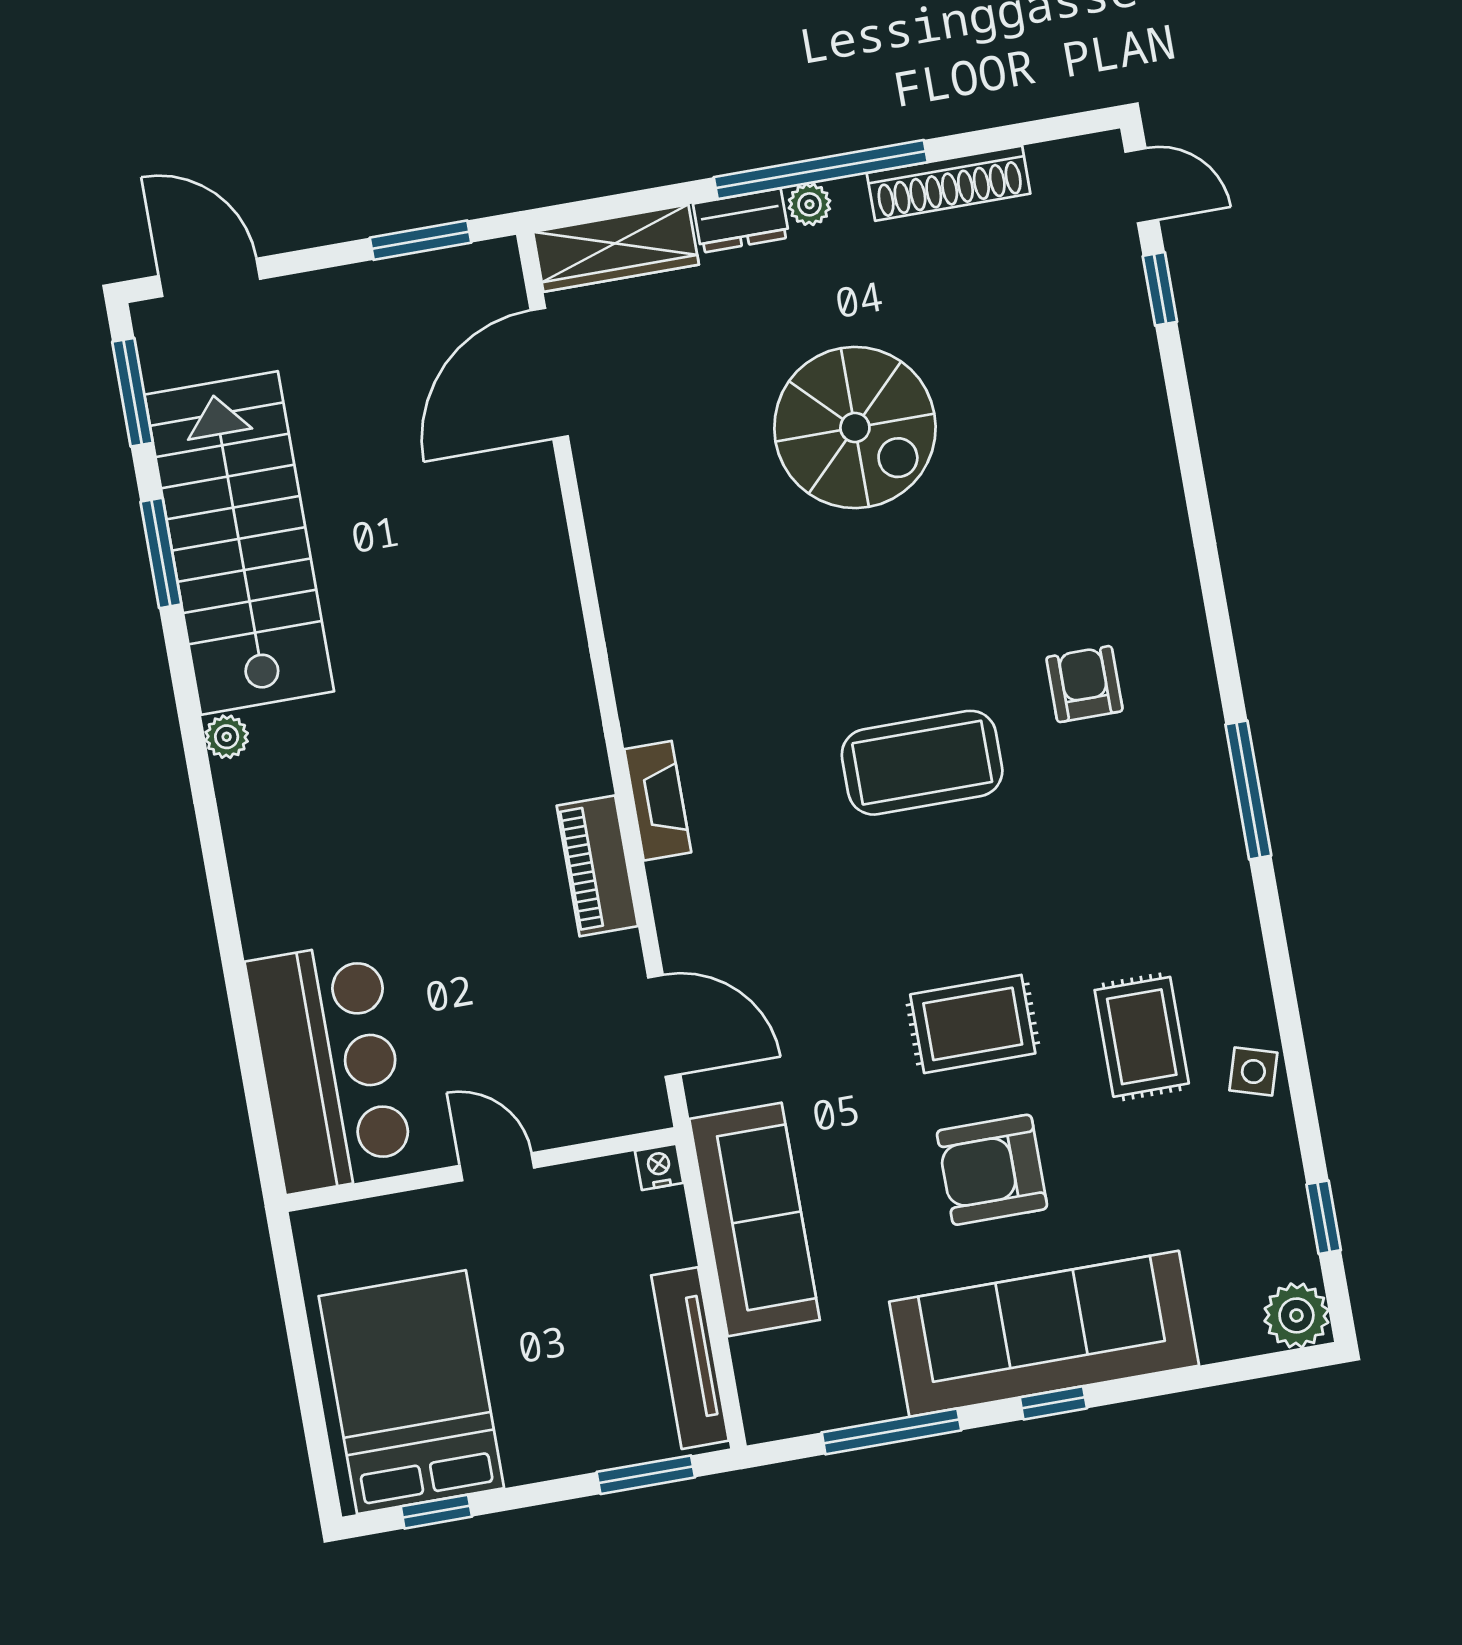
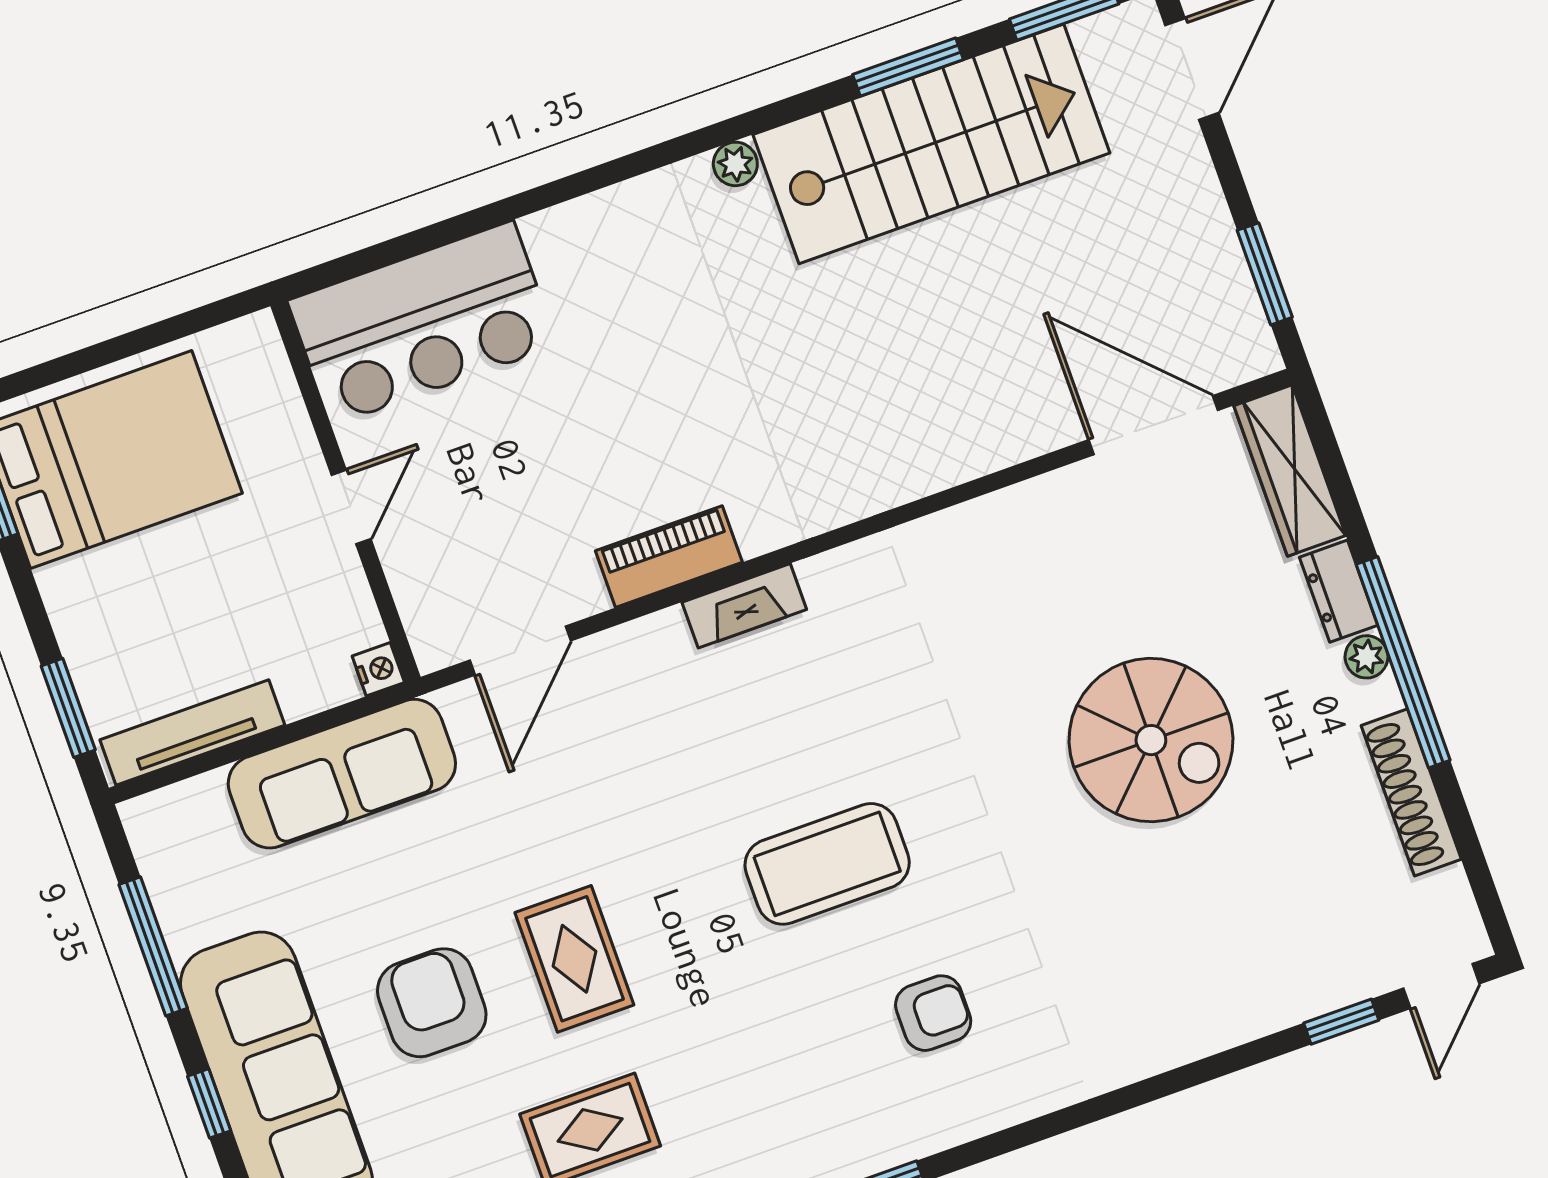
spiral stairs: (855, 428) -> (1151, 740), turned -90
coffee table: (922, 763) -> (827, 864), turned 90

